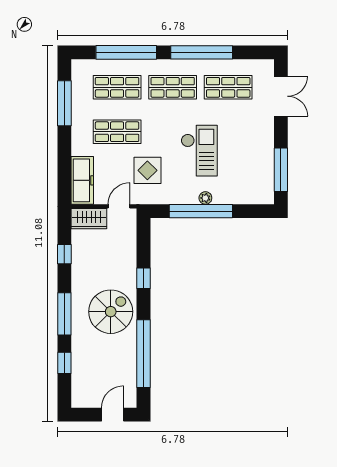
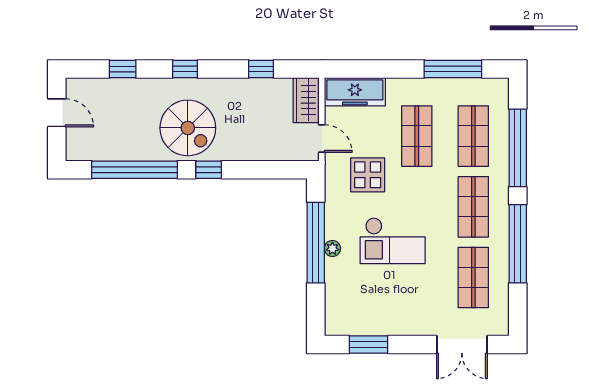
window: (281, 170) -> (368, 345), width x0.69
window: (143, 278) -> (209, 170), moved
window: (64, 314) -> (185, 69), width x0.46
door: (113, 415) -> (57, 113), moved

